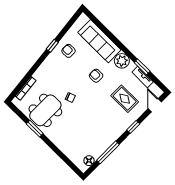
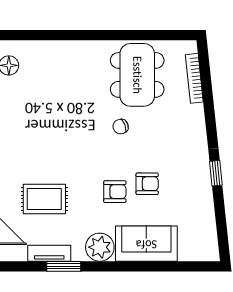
sofa: (99, 41) -> (146, 244), width x0.73
armchair: (69, 51) -> (147, 184), moved
window: (35, 129) -> (127, 35), removed

